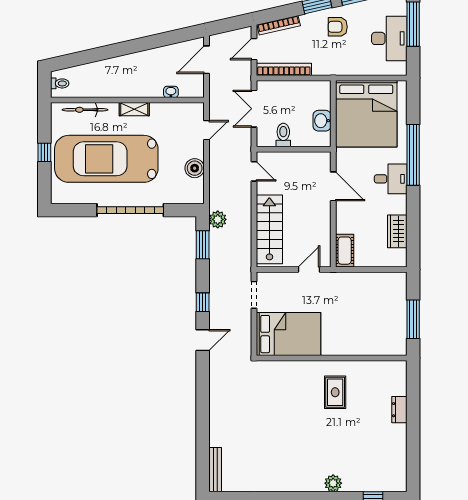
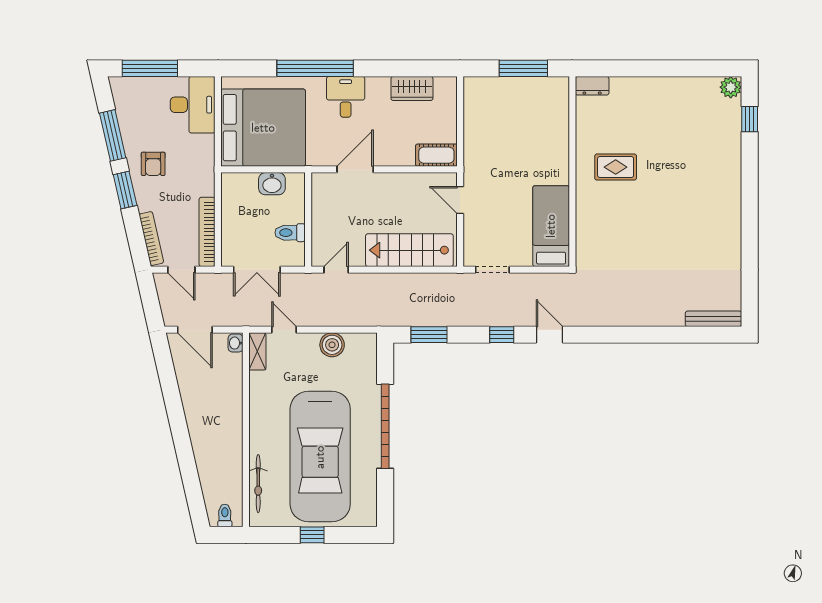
desk: (389, 38) -> (193, 105), moved, turned 90
washbasin: (171, 92) -> (236, 343), moved
shelving: (134, 109) -> (257, 351), moved
plant: (218, 219) -> (397, 316), removed
bed: (288, 334) -> (551, 226), width x0.67
dresser: (399, 410) -> (592, 86), moved
plant: (333, 483) -> (731, 87), moved

